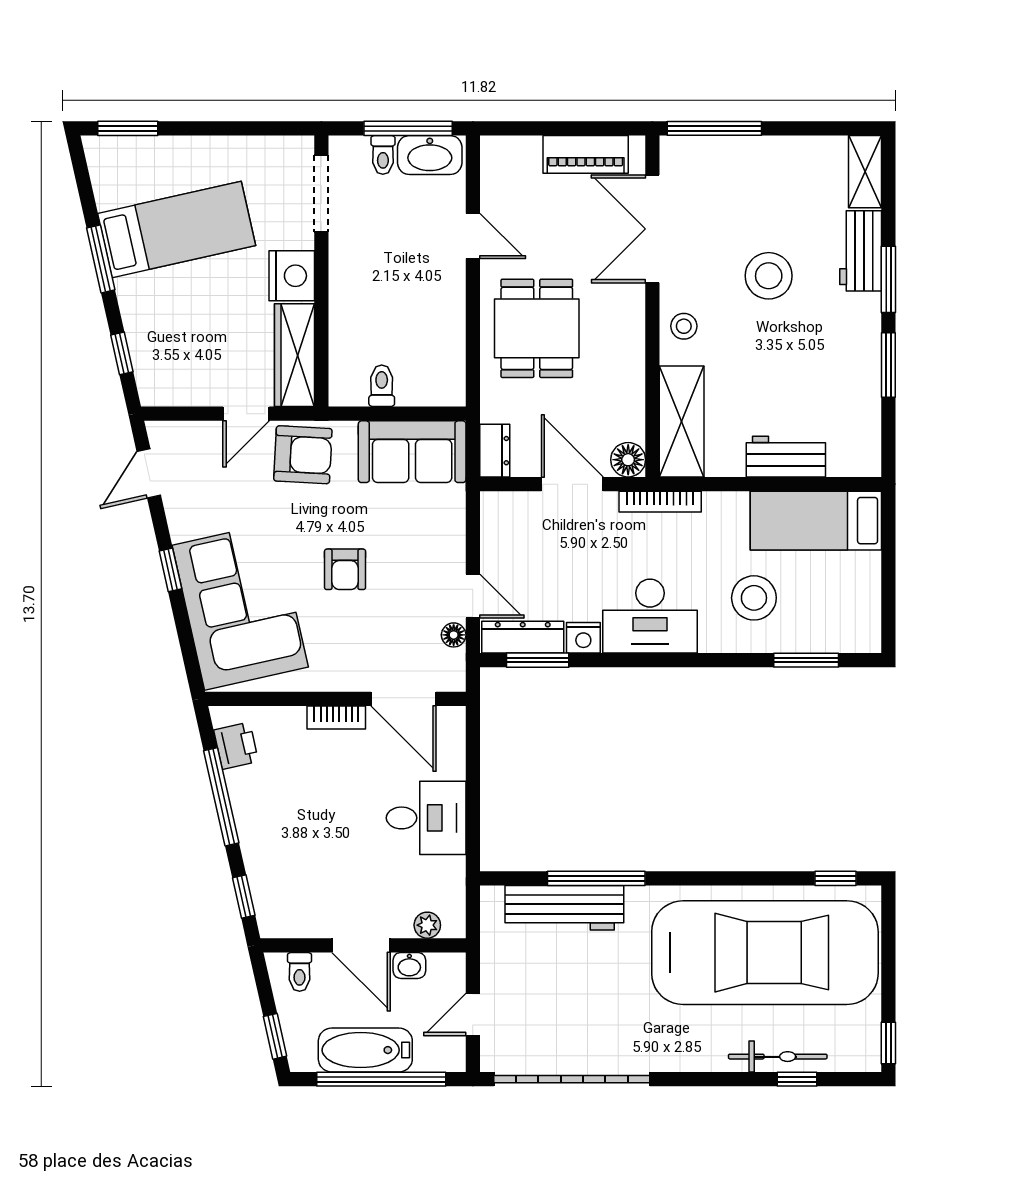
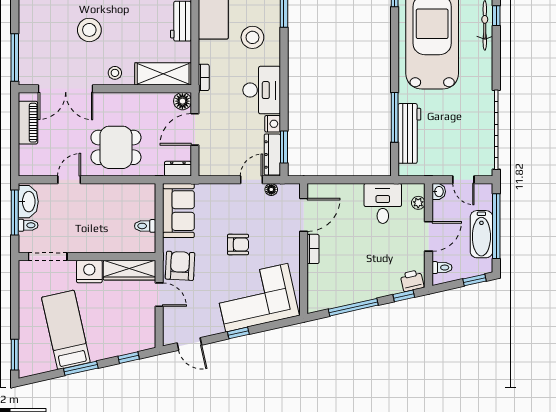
bookcase: (660, 502) -> (204, 77), width x0.64
printer: (236, 746) -> (412, 281), moved
desk: (426, 818) -> (383, 203), moved
washbasin: (409, 965) -> (439, 192), moved

